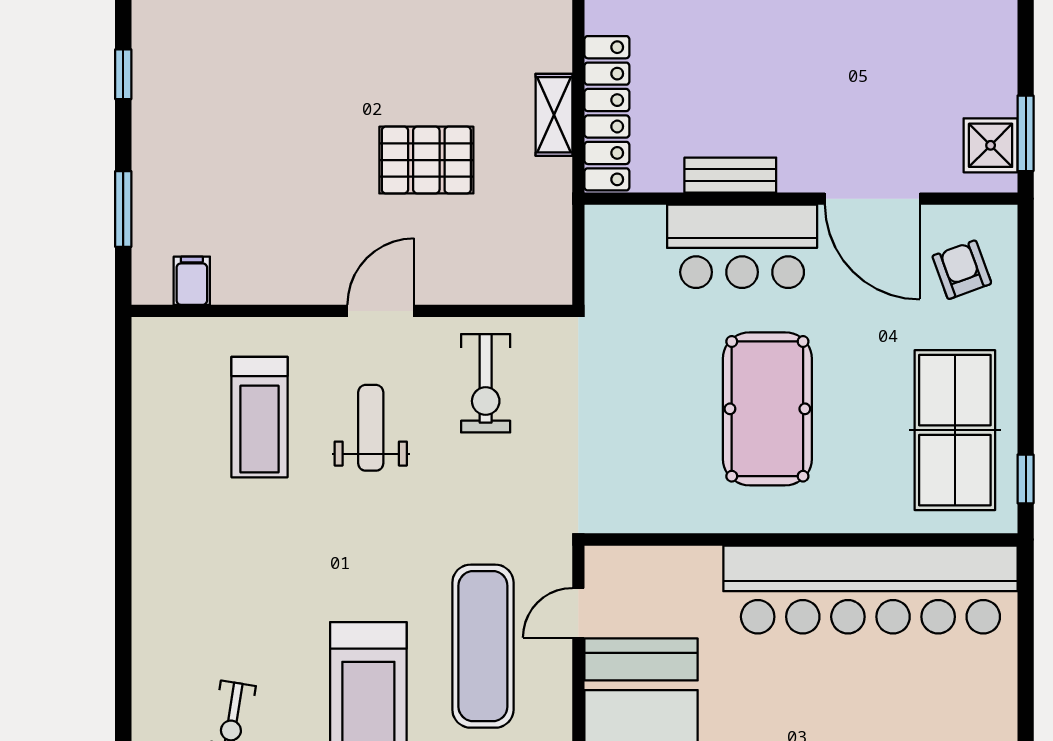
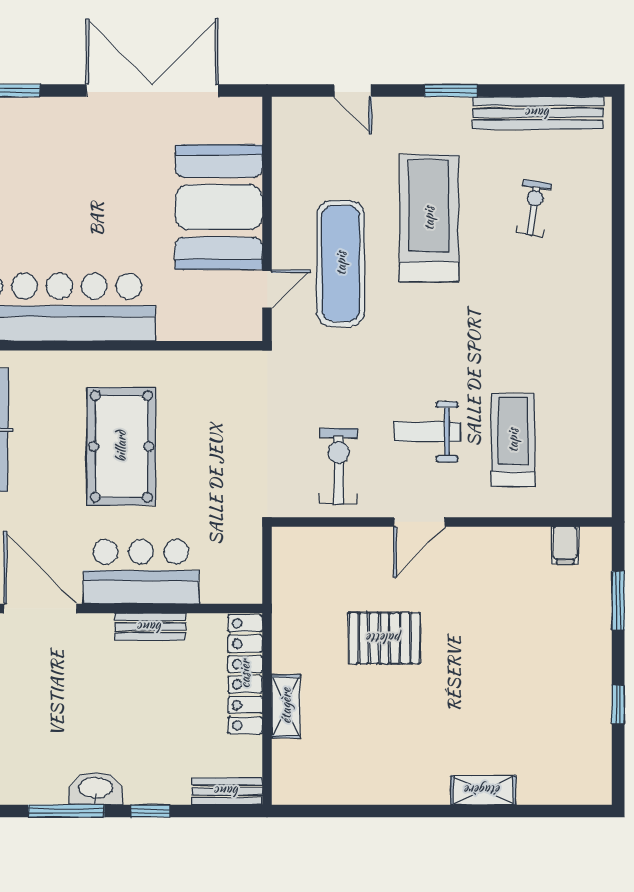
shelving: (554, 115) -> (286, 706), moved
weight bench: (371, 428) -> (427, 432), turned 90

